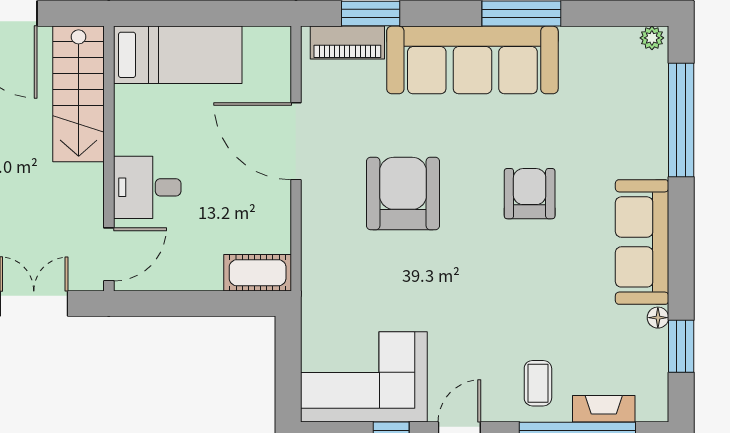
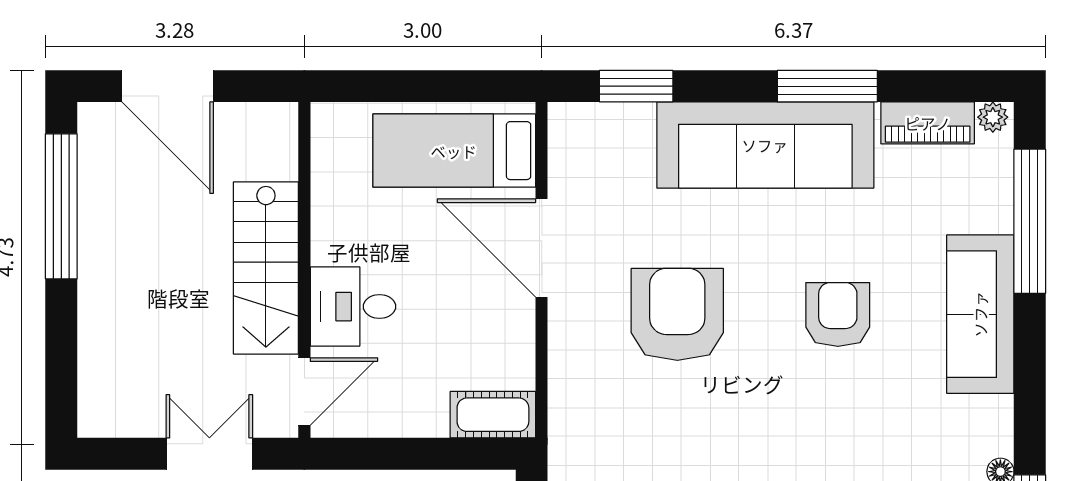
piano: (347, 43) -> (928, 123), moved
bed: (178, 55) -> (454, 151), moved, turned 180
stairs: (79, 94) -> (266, 268), moved
sofa: (642, 242) -> (980, 314), moved

